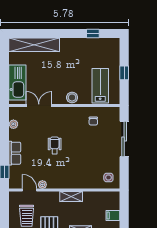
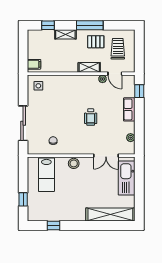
window: (124, 73) -> (23, 199), moved
shelving: (71, 196) -> (89, 67), moved
filing cabinet: (113, 216) -> (34, 64), moved

